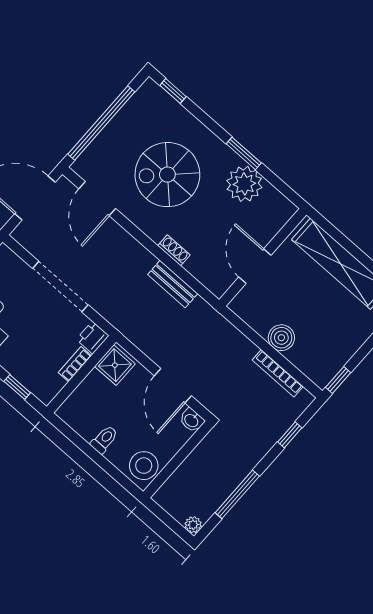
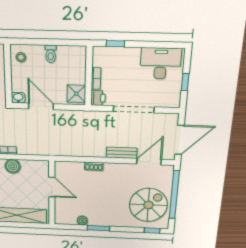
spiral stairs: (167, 175) -> (148, 205), moved
plant: (244, 184) -> (82, 220), width x0.53, depth x0.53
door: (97, 199) -> (149, 162), hinge flipped
bench: (173, 284) -> (122, 153), moved
stool: (144, 466) -> (21, 57), width x0.53, depth x0.53

